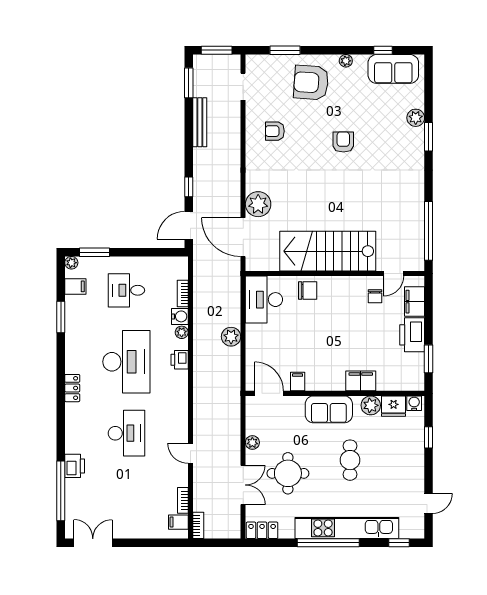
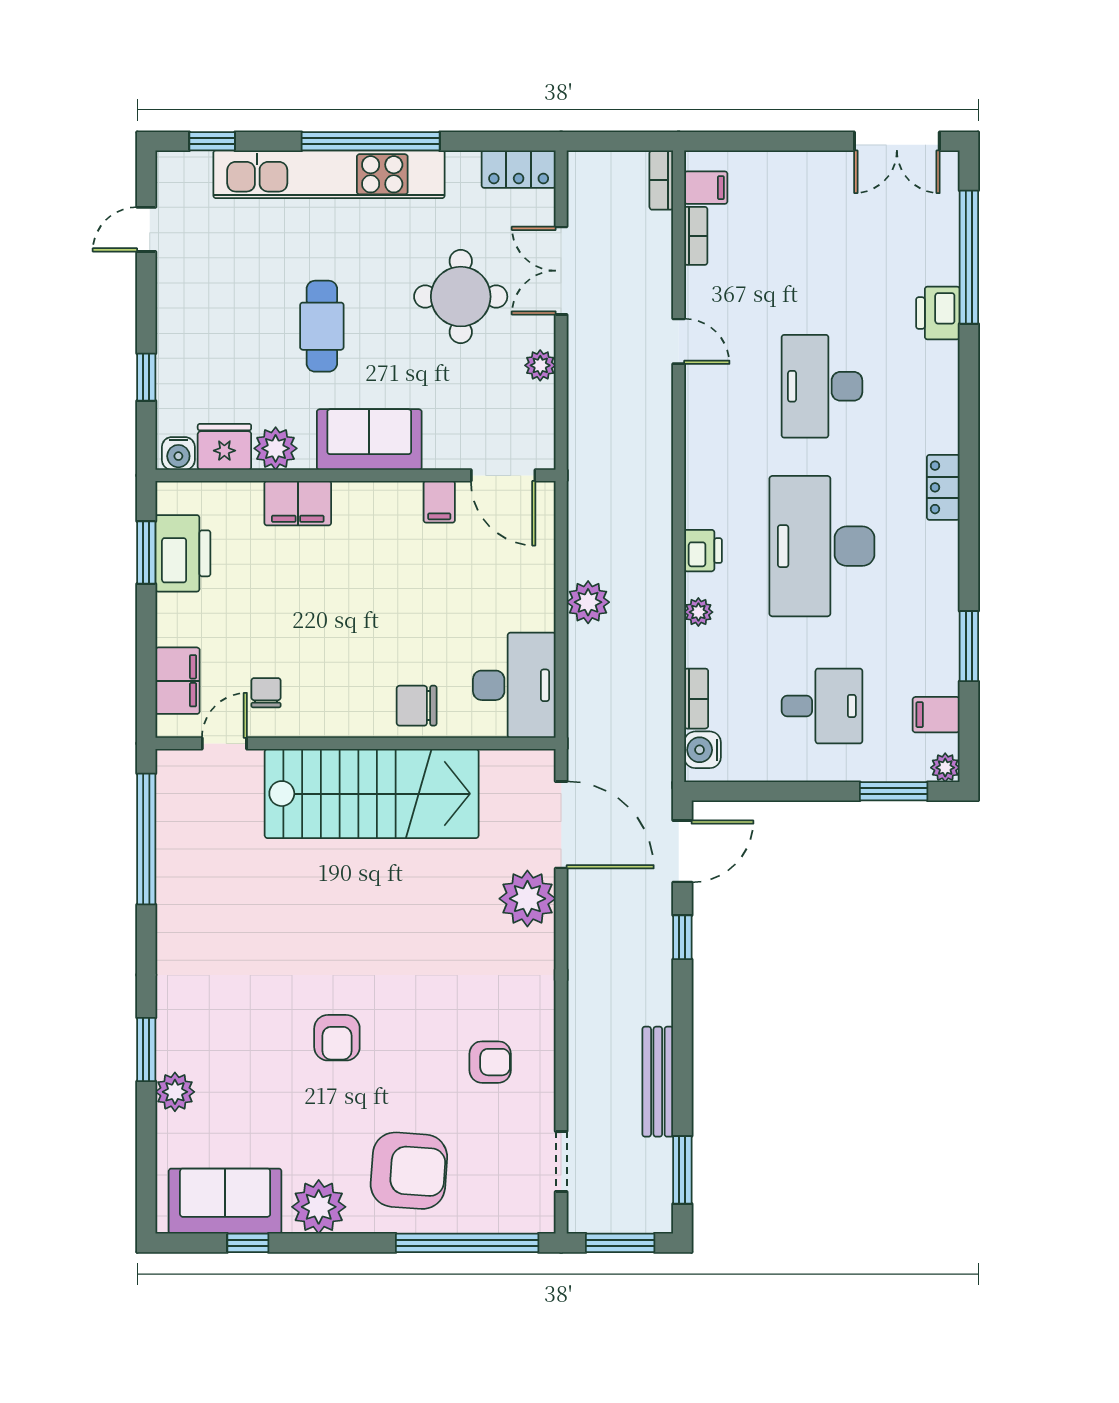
window: (285, 50) -> (467, 1243), width x2.11
plant: (346, 61) -> (319, 1207), width x1.87, depth x1.87
water cooler: (180, 316) -> (703, 750), moved
printer: (412, 335) -> (183, 553), moved

